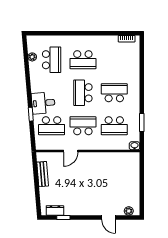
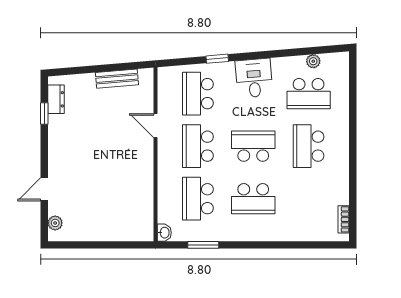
school desk: (114, 93) -> (253, 199), turned 90
desk: (43, 103) -> (254, 78), moved
school desk: (83, 126) -> (198, 146), turned 180

